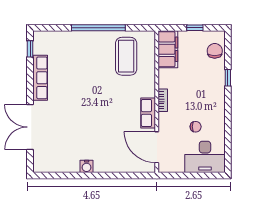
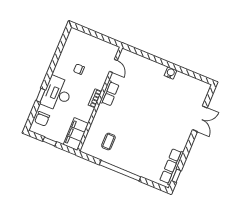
coffee table: (126, 56) -> (108, 142), width x0.54, depth x0.58
row of seats: (40, 78) -> (172, 167), moved
double door: (30, 127) -> (200, 119), width x0.73
door: (157, 147) -> (113, 66), width x0.53
desk: (205, 157) -> (57, 94), moved, turned -90

